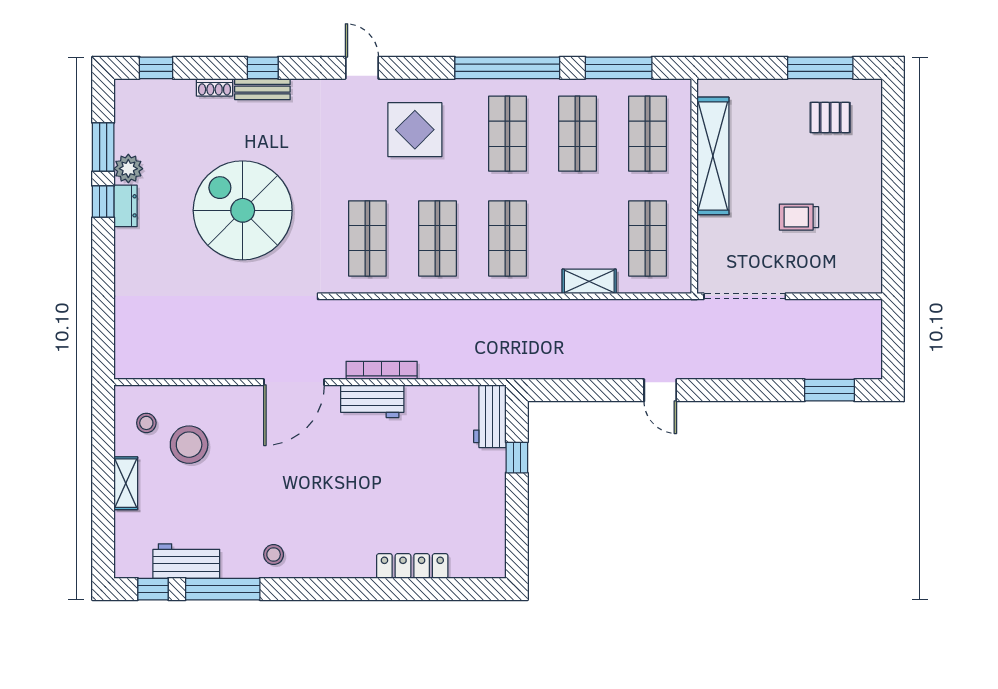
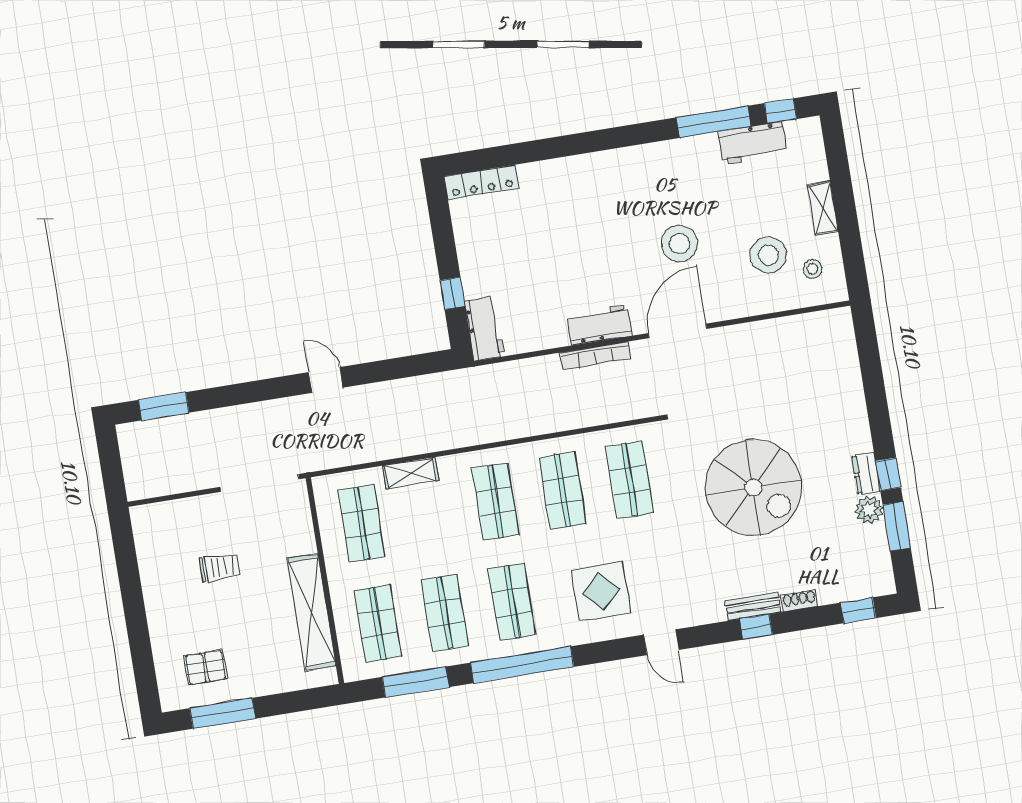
stool: (274, 554) -> (679, 244), moved, width x1.89, depth x1.89
locker: (412, 566) -> (482, 182), moved

